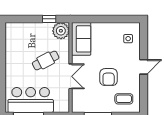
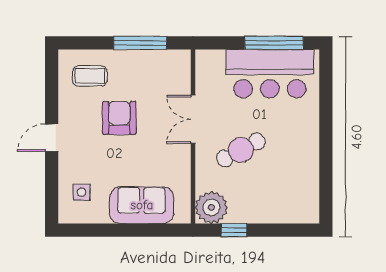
sofa: (81, 39) -> (142, 205), moved, turned 90

